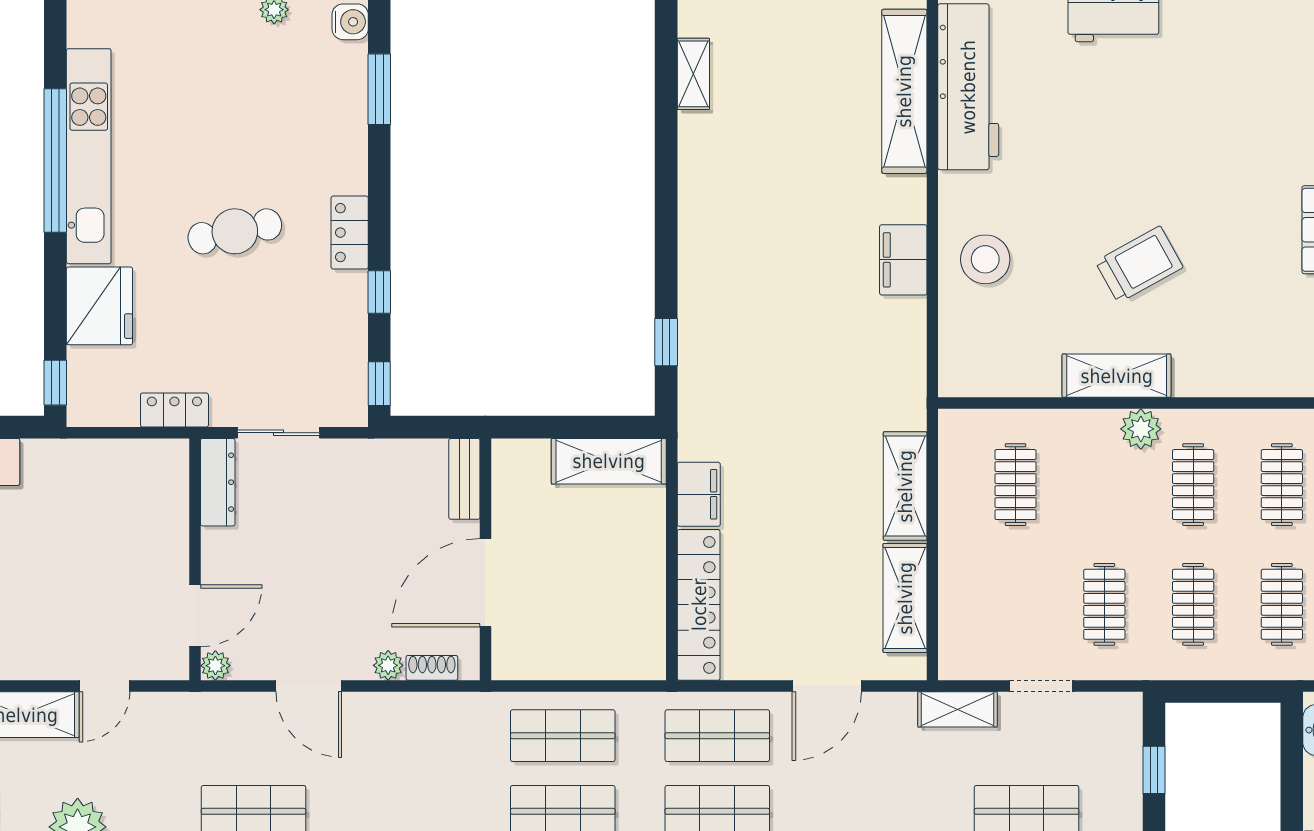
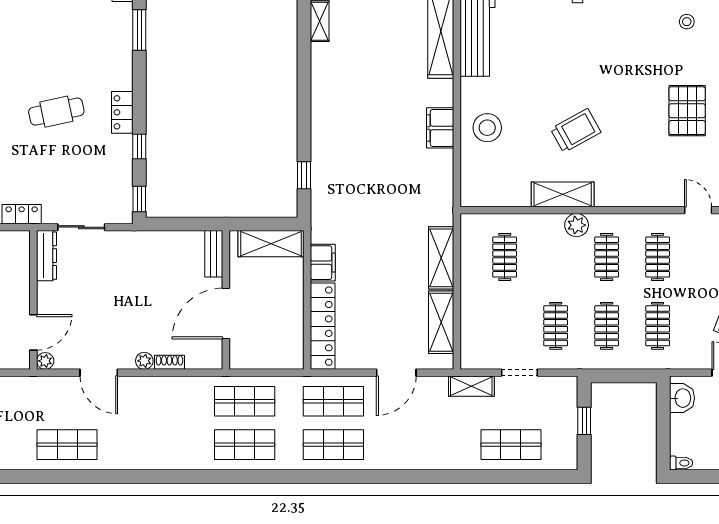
bench: (464, 479) -> (214, 254), moved
wall: (485, 559) -> (226, 300), moved
door: (485, 583) -> (226, 313), moved

